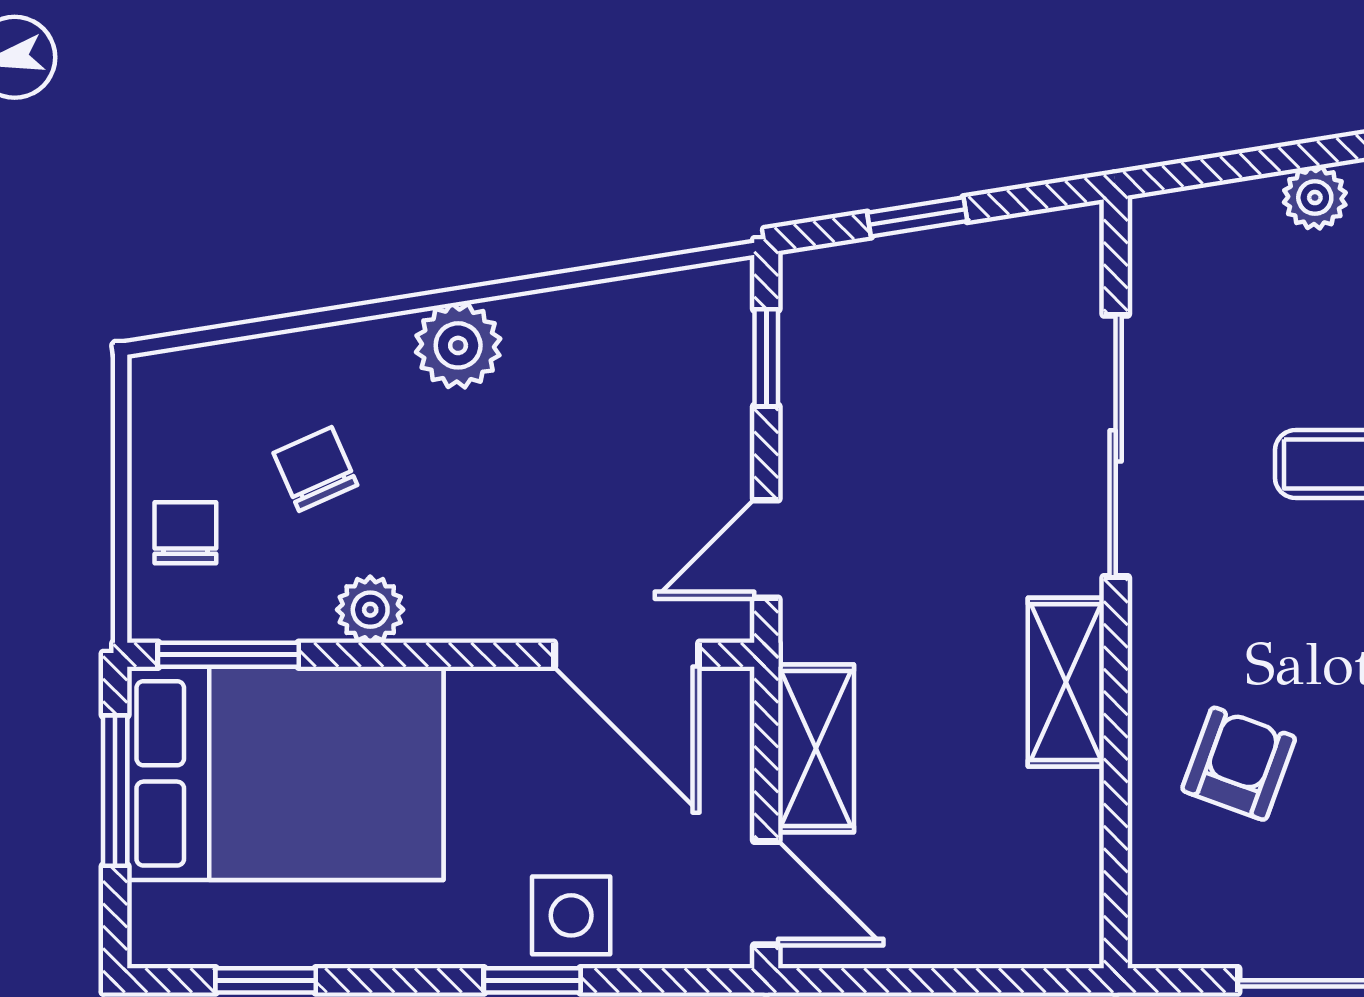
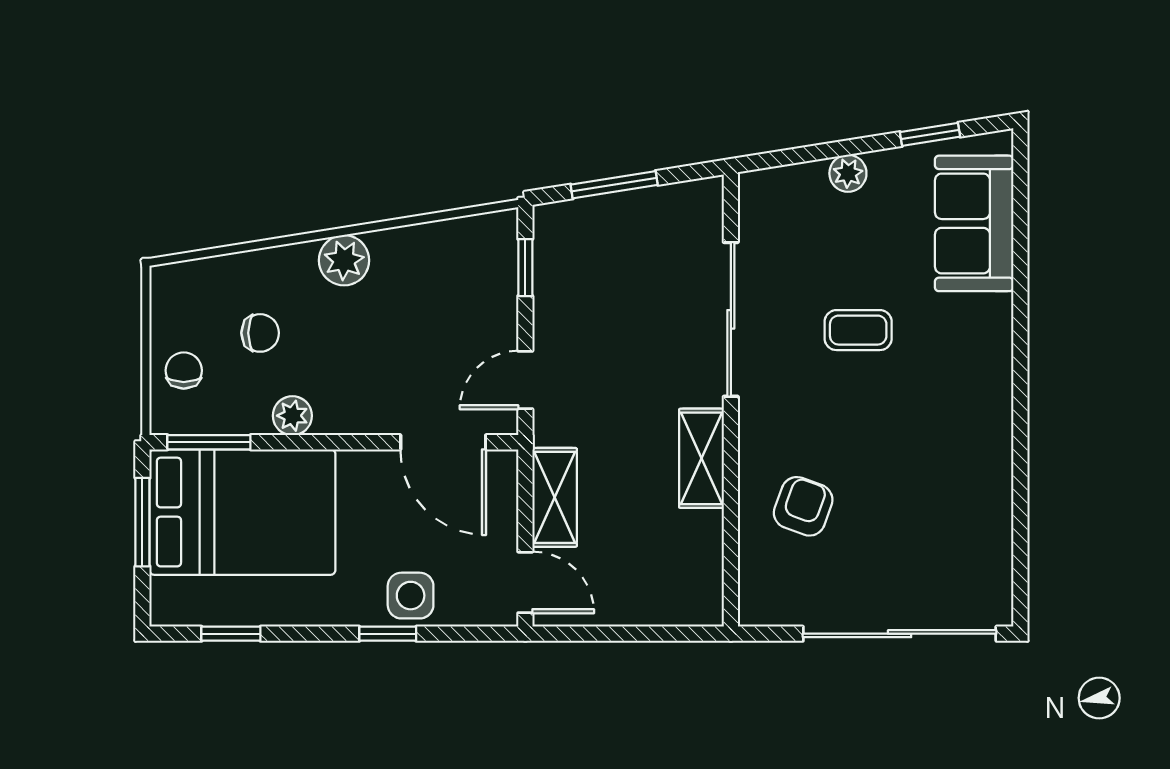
window: (917, 217) -> (614, 185), width x1.50
chair: (315, 469) -> (260, 333), turned 114

